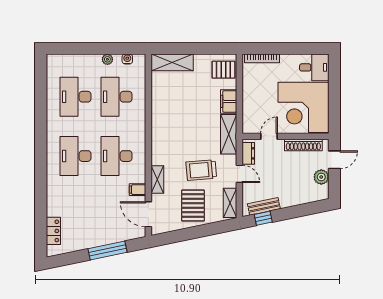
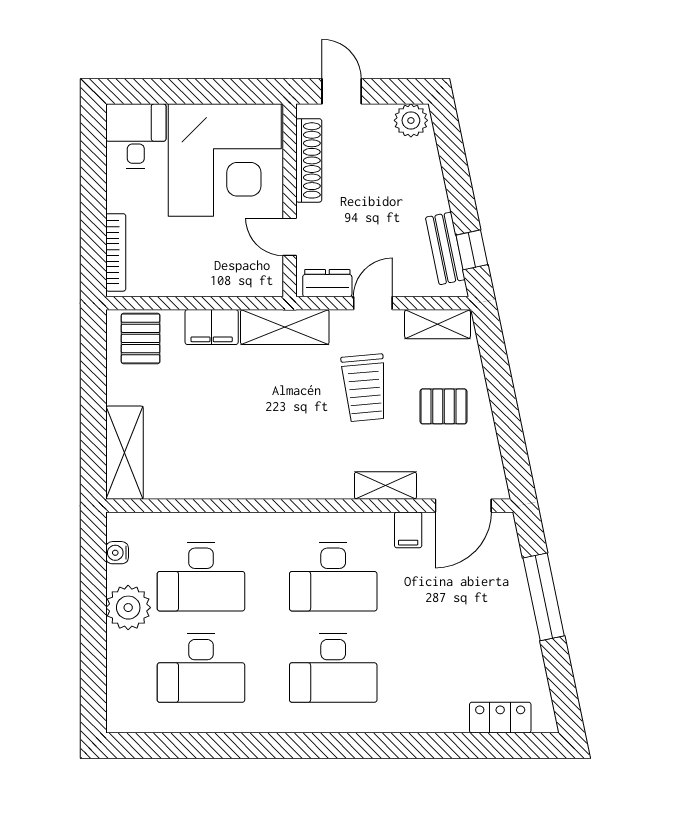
plant: (107, 59) -> (128, 608), width x1.88, depth x1.88
plant: (321, 177) -> (411, 120), moved
pallet: (193, 206) -> (444, 406), width x0.67, depth x0.71

